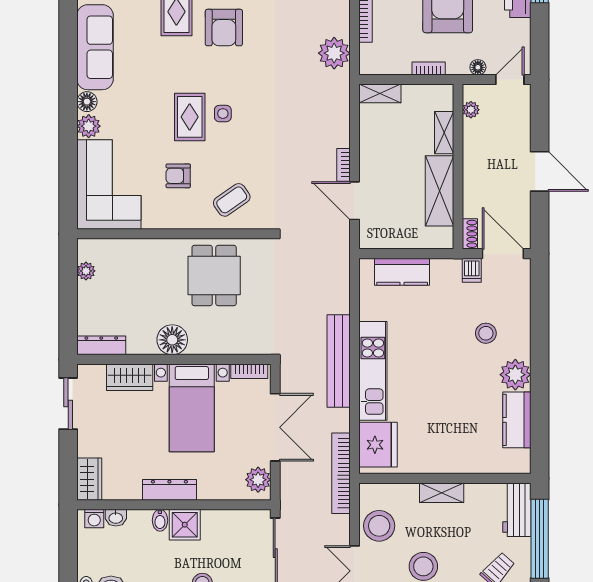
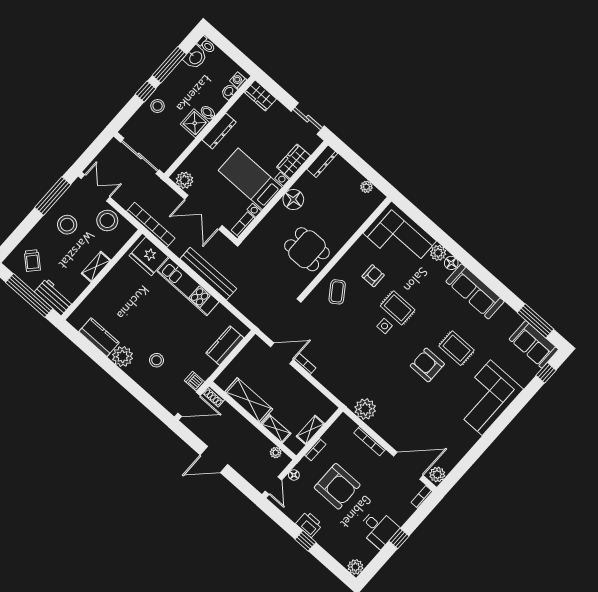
shelving: (380, 93) -> (310, 430), moved

